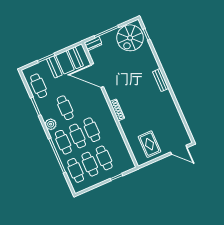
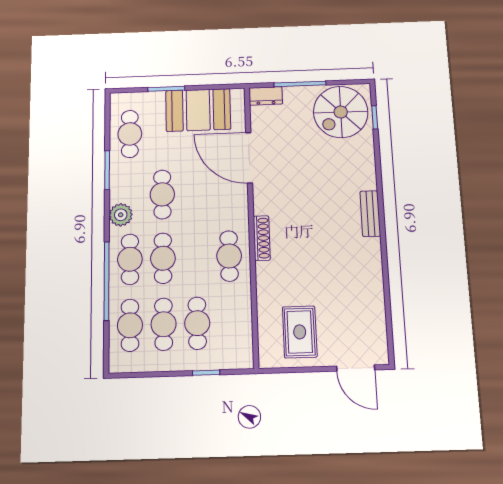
cafe table: (92, 130) -> (229, 256), moved

